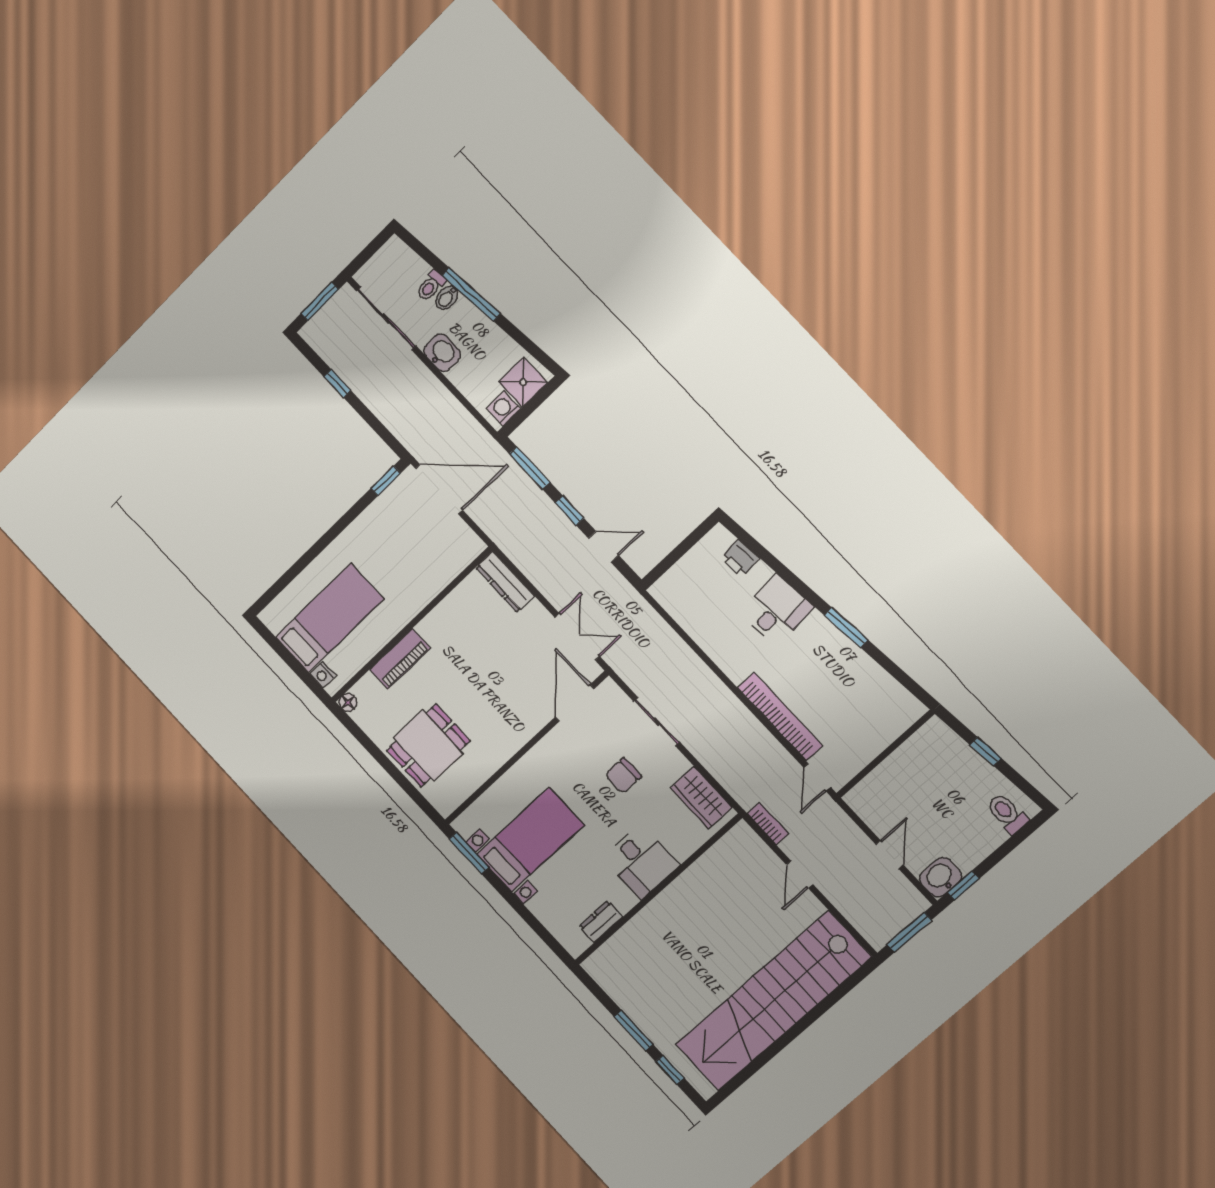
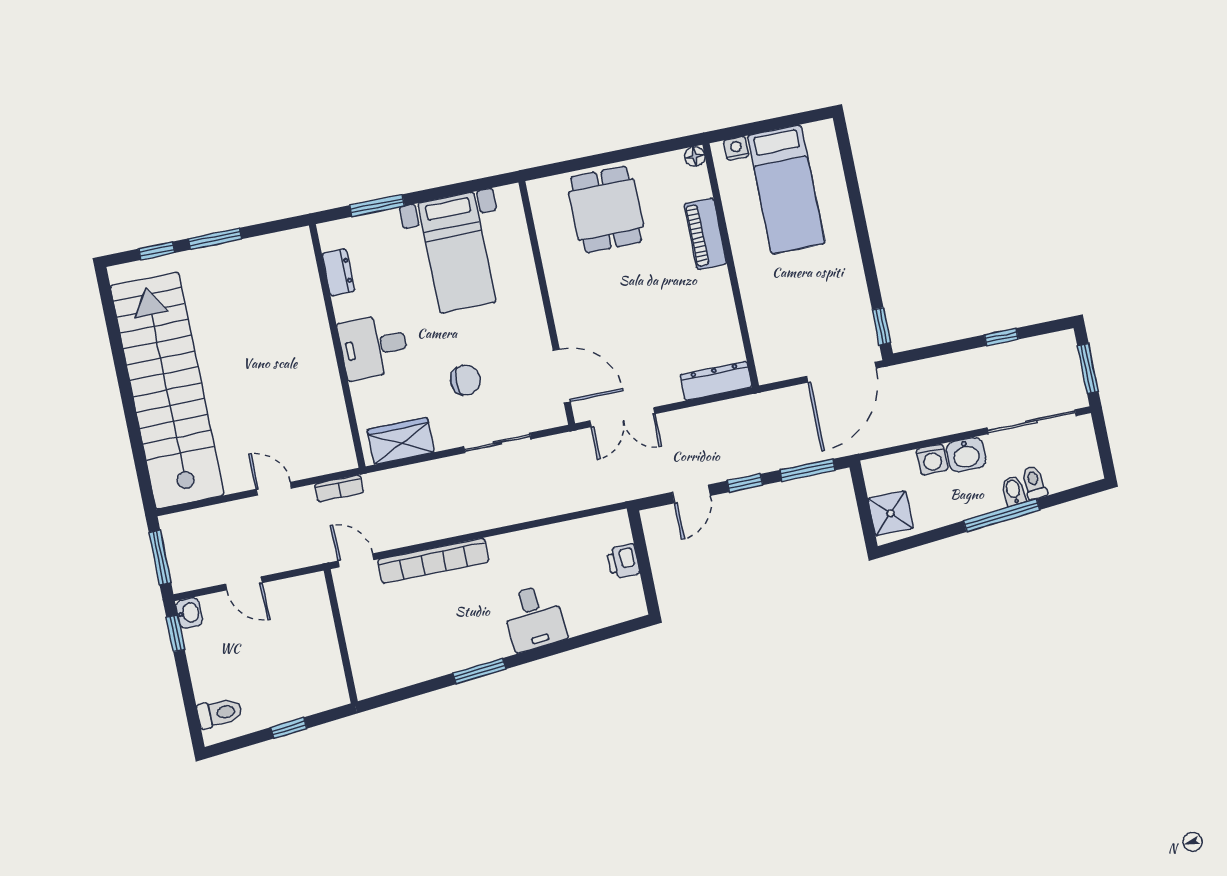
washing machine: (504, 409) -> (932, 460), moved, turned 90
printer: (740, 558) -> (623, 561), moved, turned -85
chair: (623, 775) -> (465, 380), turned 90
window: (469, 853) -> (377, 206), moved
washbasin: (941, 877) -> (189, 613), width x0.72, depth x0.69

